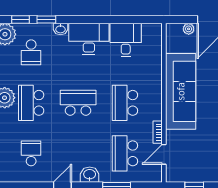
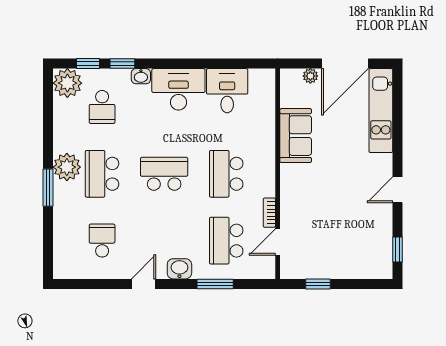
sofa: (181, 91) -> (296, 136), width x0.54, depth x0.79

